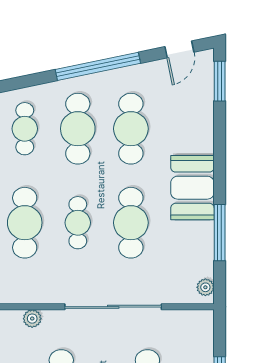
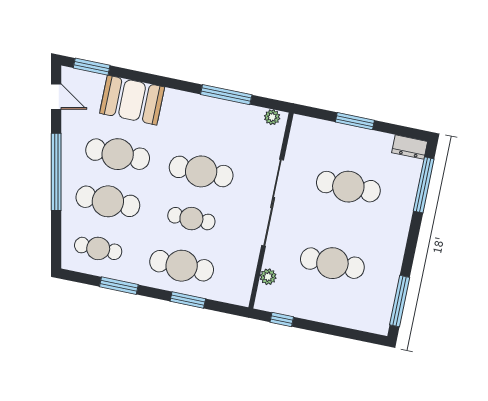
booth: (192, 188) -> (132, 100), moved

